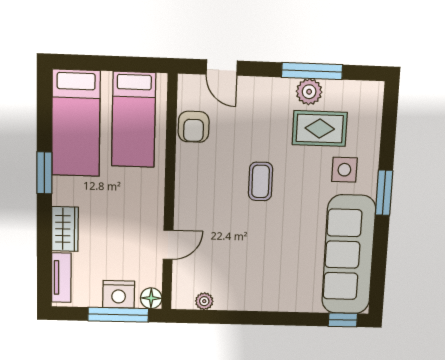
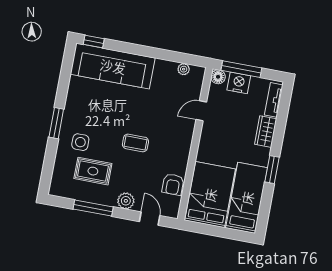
plant: (309, 92) -> (126, 201), moved
bed: (134, 120) -> (210, 195), width x1.50
armchair: (194, 127) -> (173, 184), turned 180
coffee table: (261, 181) -> (135, 143), turned 90
sofa: (349, 255) -> (113, 66), moved, turned 90

